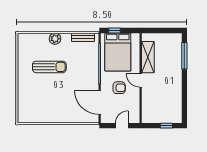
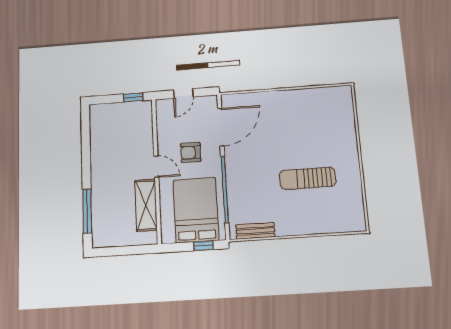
plant: (55, 39) -> (302, 226), removed
door: (100, 102) -> (221, 127), hinge flipped
window: (166, 126) -> (133, 97), moved

